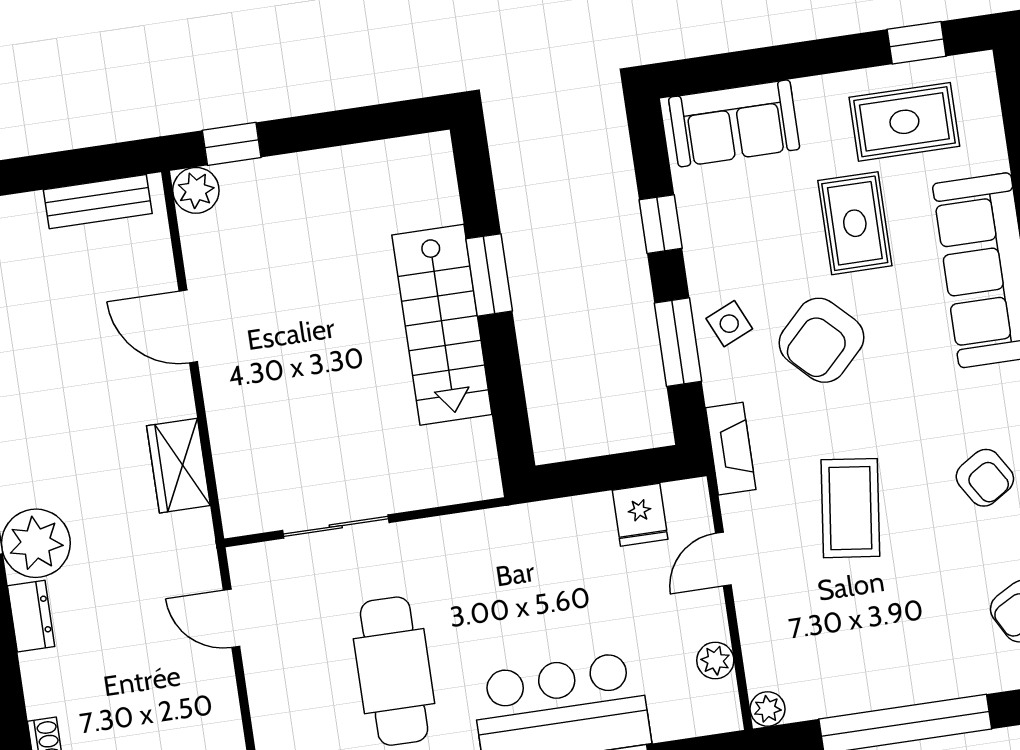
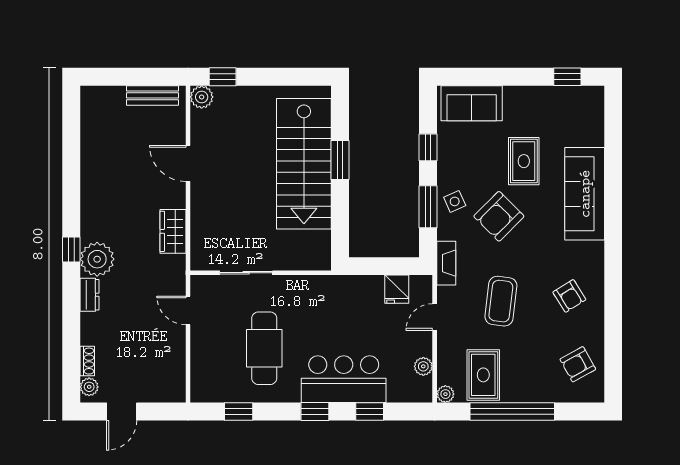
rug: (904, 122) -> (483, 375), moved, turned 90
stairs: (442, 325) -> (304, 164), width x1.36, depth x1.51

